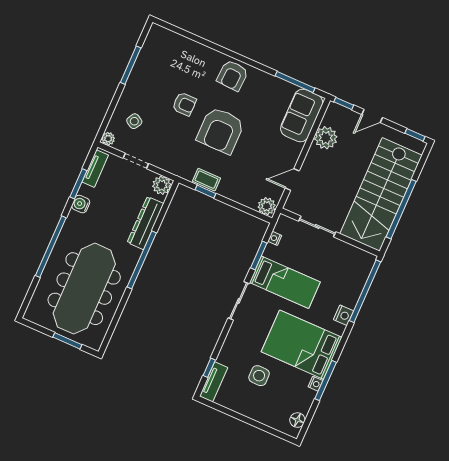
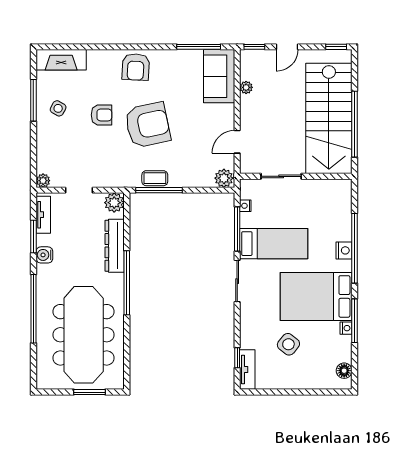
fireplace: (170, 40) -> (61, 60), added
side table: (134, 121) -> (58, 108), moved
armchair: (221, 130) -> (148, 125), turned -102
plant: (326, 138) -> (246, 87), width x0.53, depth x0.53
window: (206, 192) -> (159, 190), width x2.17
window: (259, 255) -> (237, 229), width x1.44
window: (365, 291) -> (355, 248), moved
side table: (259, 376) -> (288, 344), turned 38

